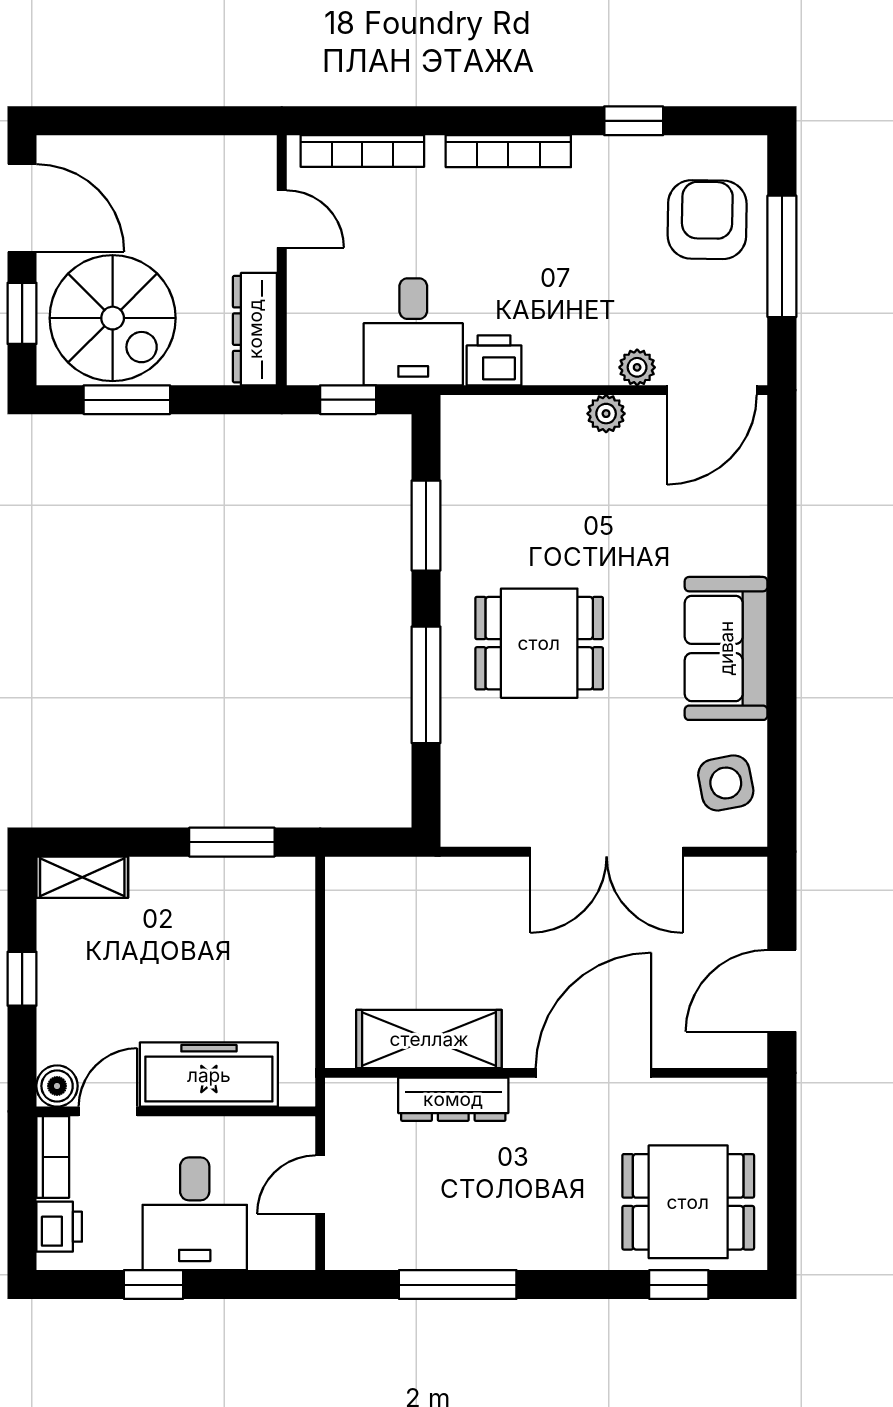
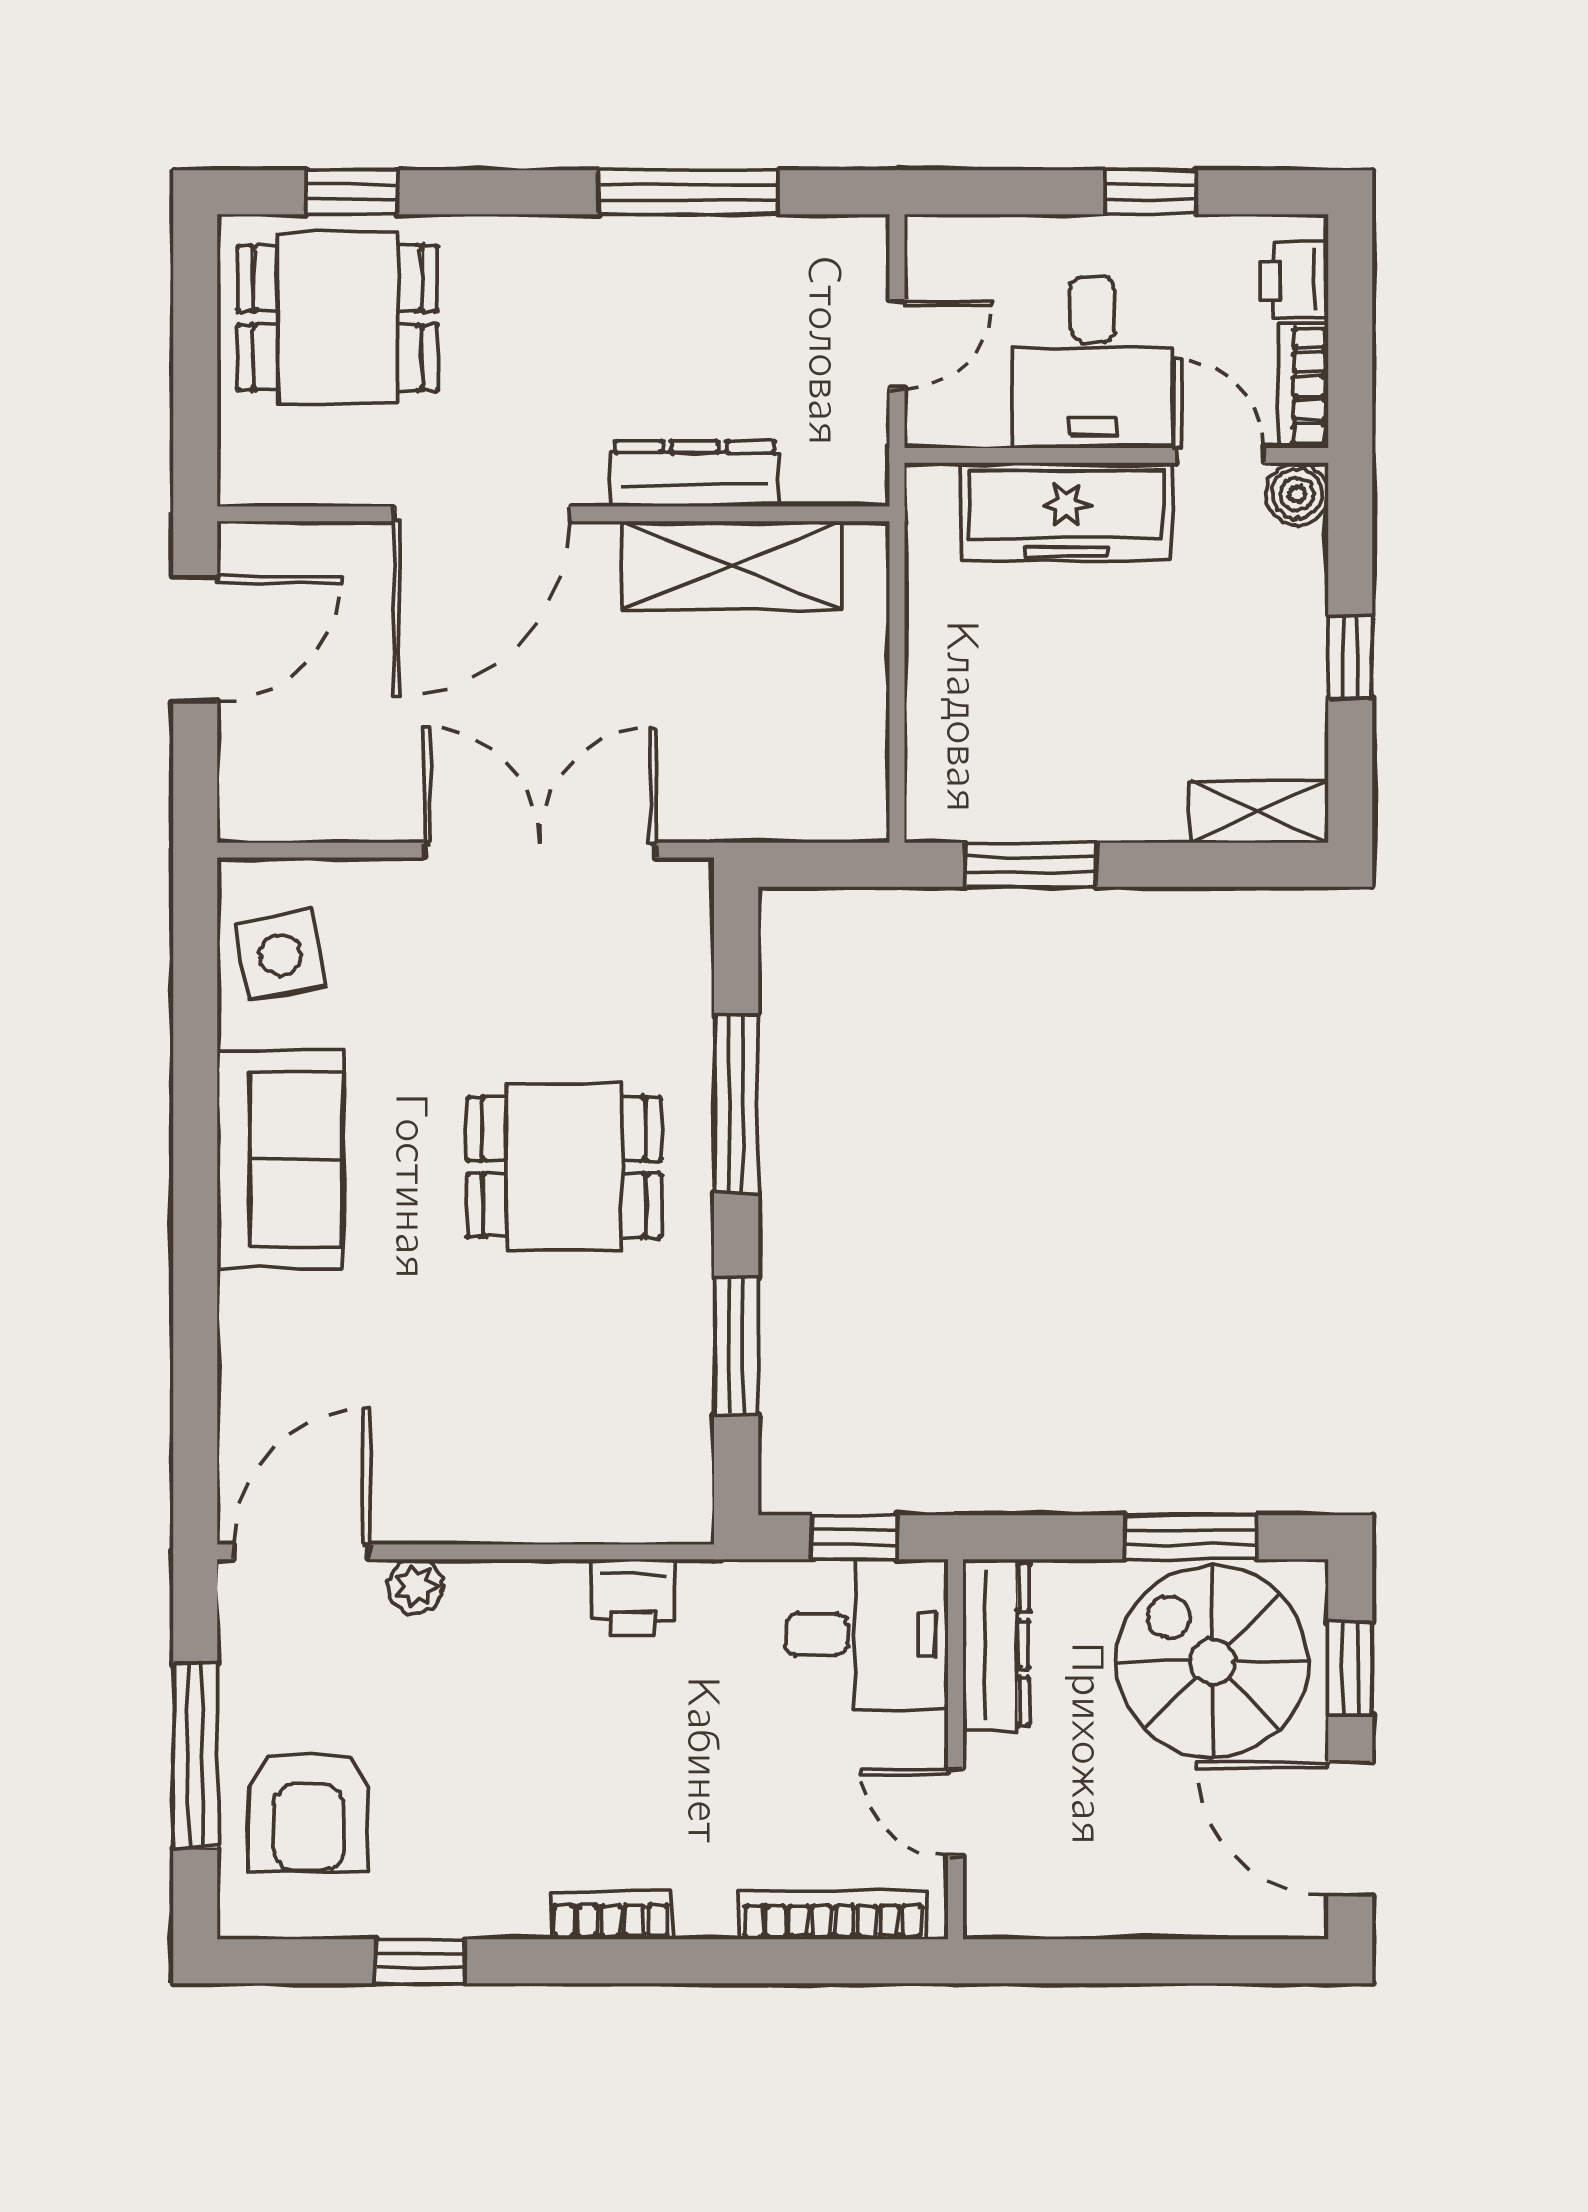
bookcase: (508, 151) -> (611, 1915), width x0.64
desk: (413, 332) -> (867, 1635), moved, turned 90
plant: (606, 414) -> (462, 1516), removed
double door: (607, 852) -> (540, 850), moved
door: (108, 1111) -> (1220, 455), swing flipped
desk: (195, 1214) -> (1093, 363), moved, turned 180

